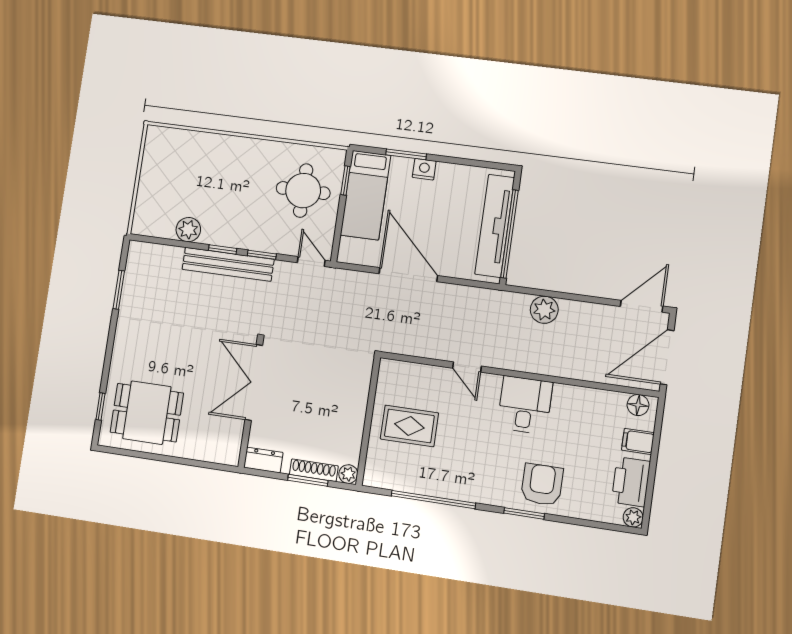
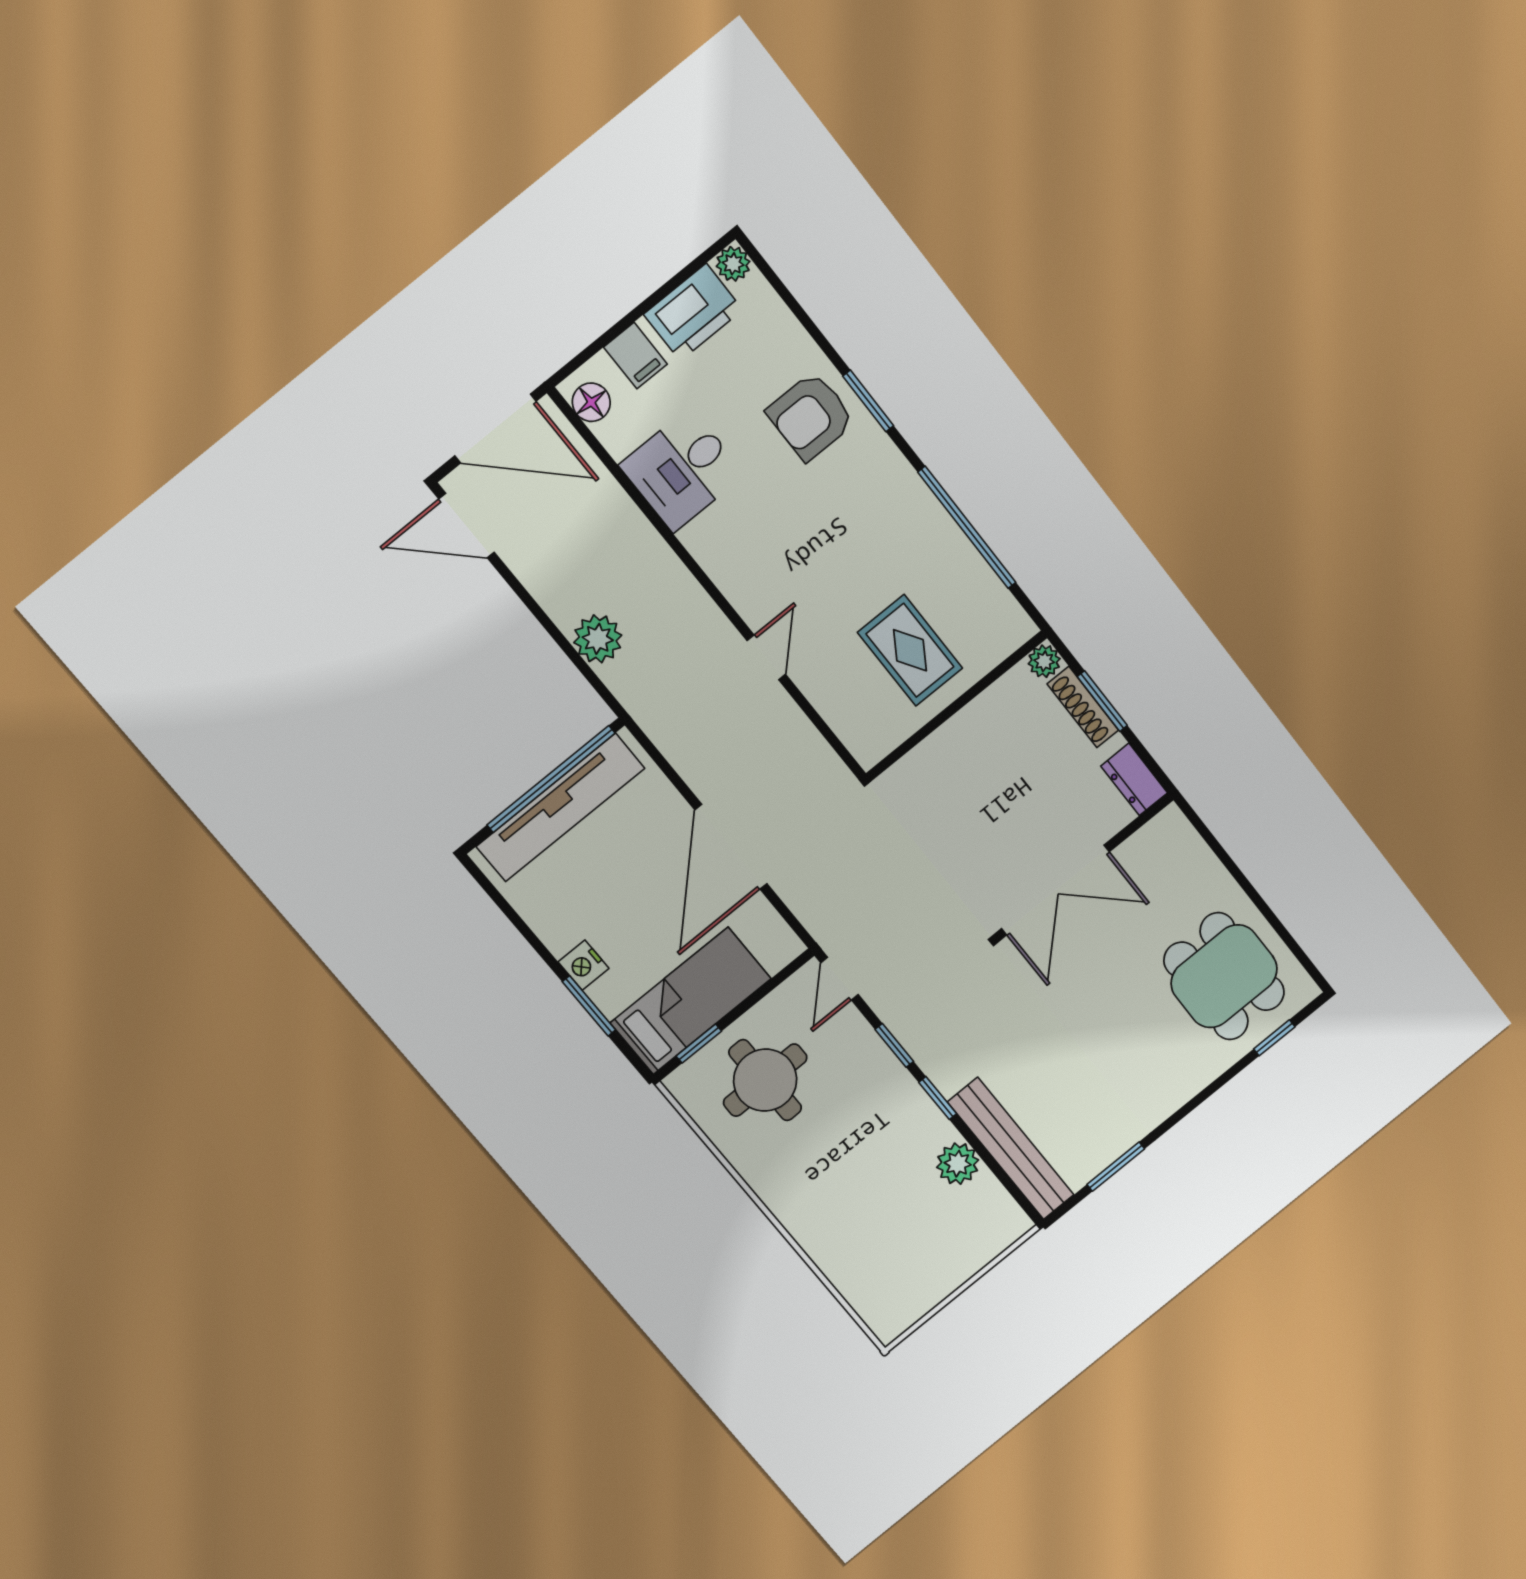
bench: (228, 264) -> (1011, 1148), moved
desk: (525, 405) -> (682, 470), moved

